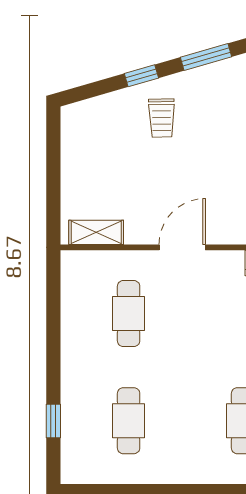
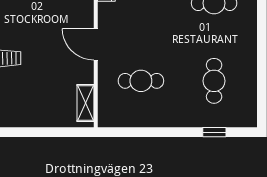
cafe table: (129, 421) -> (214, 81), turned 90

